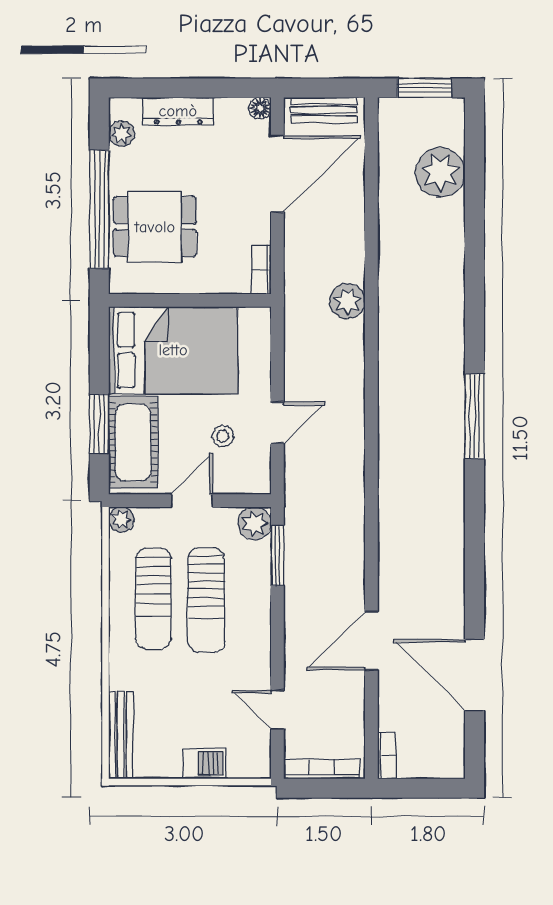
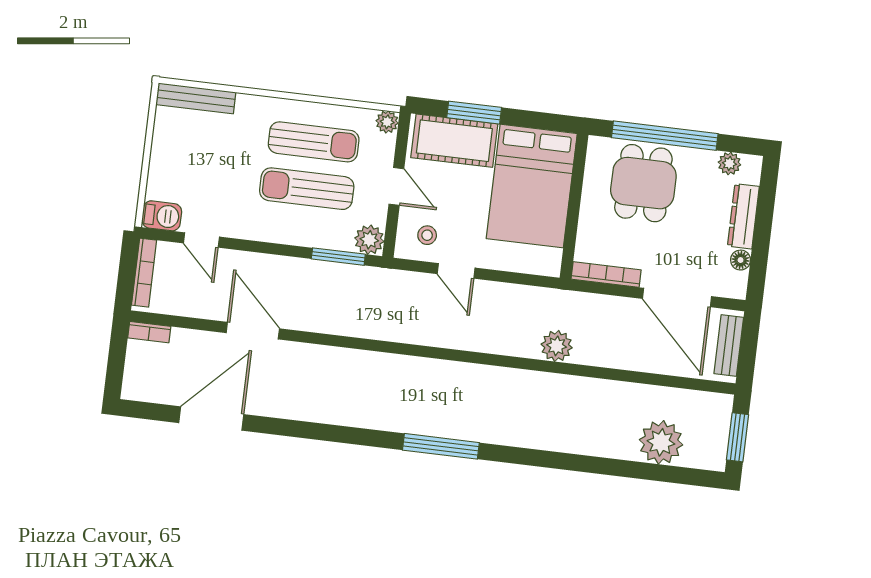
floor lamp: (260, 108) -> (741, 260), moved
bookcase: (261, 270) -> (606, 274), width x1.56
stool: (223, 436) -> (427, 235), moved
sun lounger: (153, 598) -> (314, 142), turned 180
door: (277, 710) -> (201, 240), swing flipped
barbecue: (204, 763) -> (162, 216), moved, turned -90

